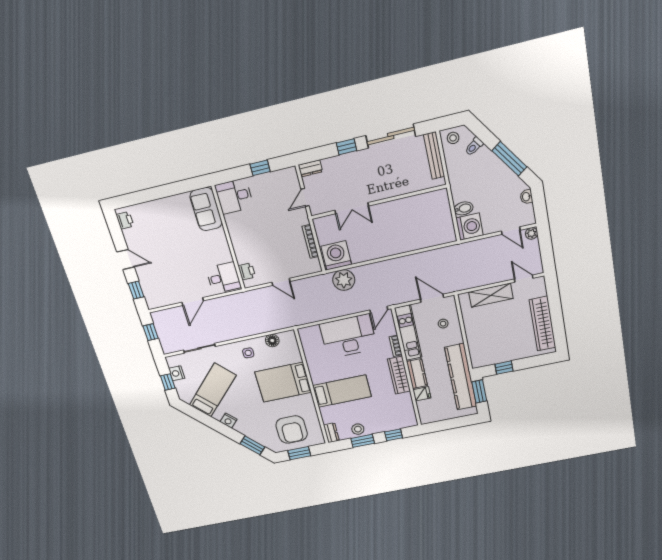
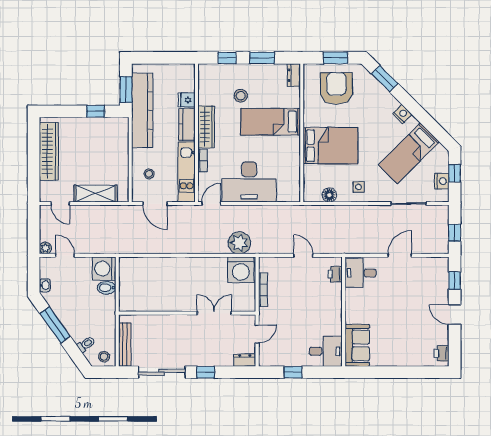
stool: (358, 429) -> (241, 96), moved

